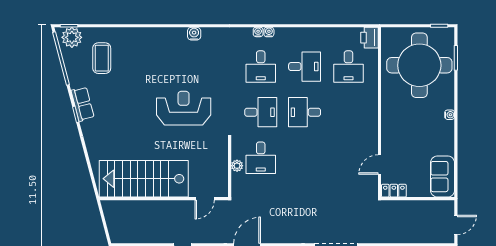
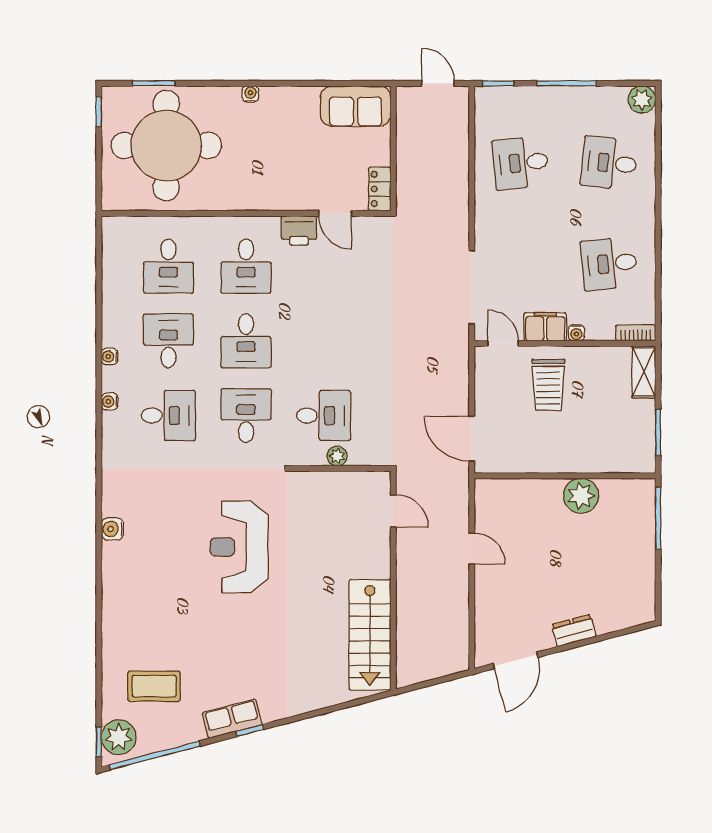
water cooler: (258, 32) -> (109, 356), moved
printer: (369, 38) -> (299, 230), moved
desk: (348, 67) -> (168, 266), turned 90
desk: (348, 112) -> (246, 266), added
stairs: (144, 179) -> (370, 635), width x0.73, depth x0.66

